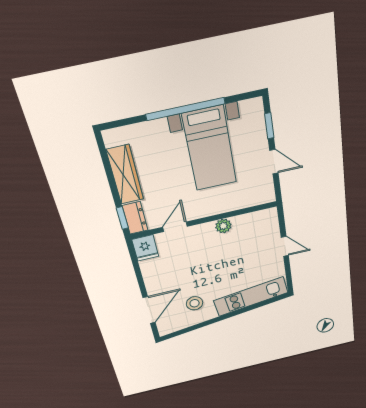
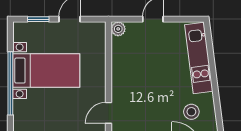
plant: (223, 226) -> (118, 29), moved
door: (175, 227) -> (109, 113), hinge flipped

